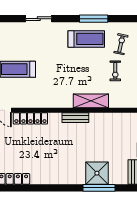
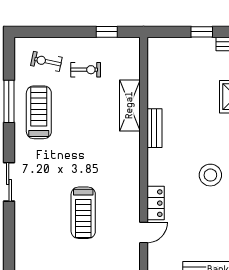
locker: (30, 118) -> (156, 203), width x0.66
stool: (44, 156) -> (210, 175), added

